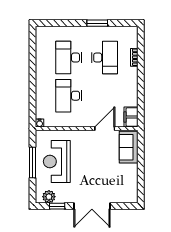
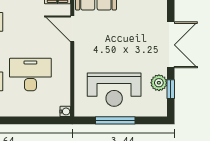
desk: (69, 96) -> (30, 75), turned 180
plant: (49, 197) -> (159, 83), moved

